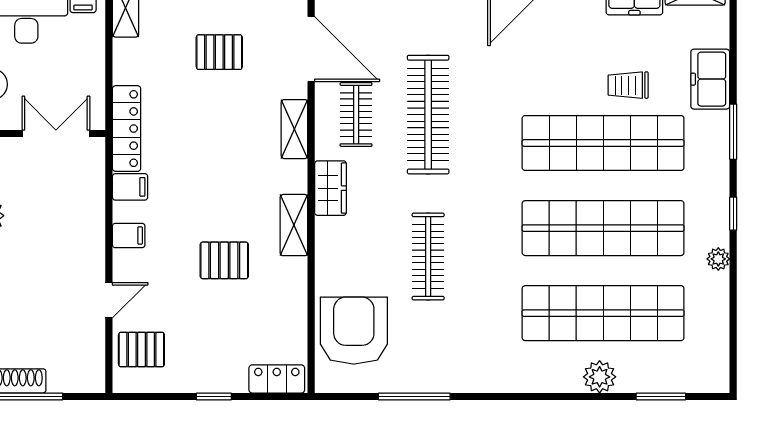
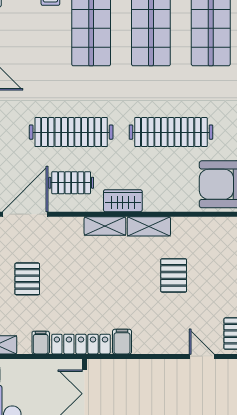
shelving: (294, 129) -> (105, 226), moved
filing cabinet: (129, 236) -> (41, 343), moved
clothes rail: (428, 257) -> (171, 132), width x1.37, depth x1.31

